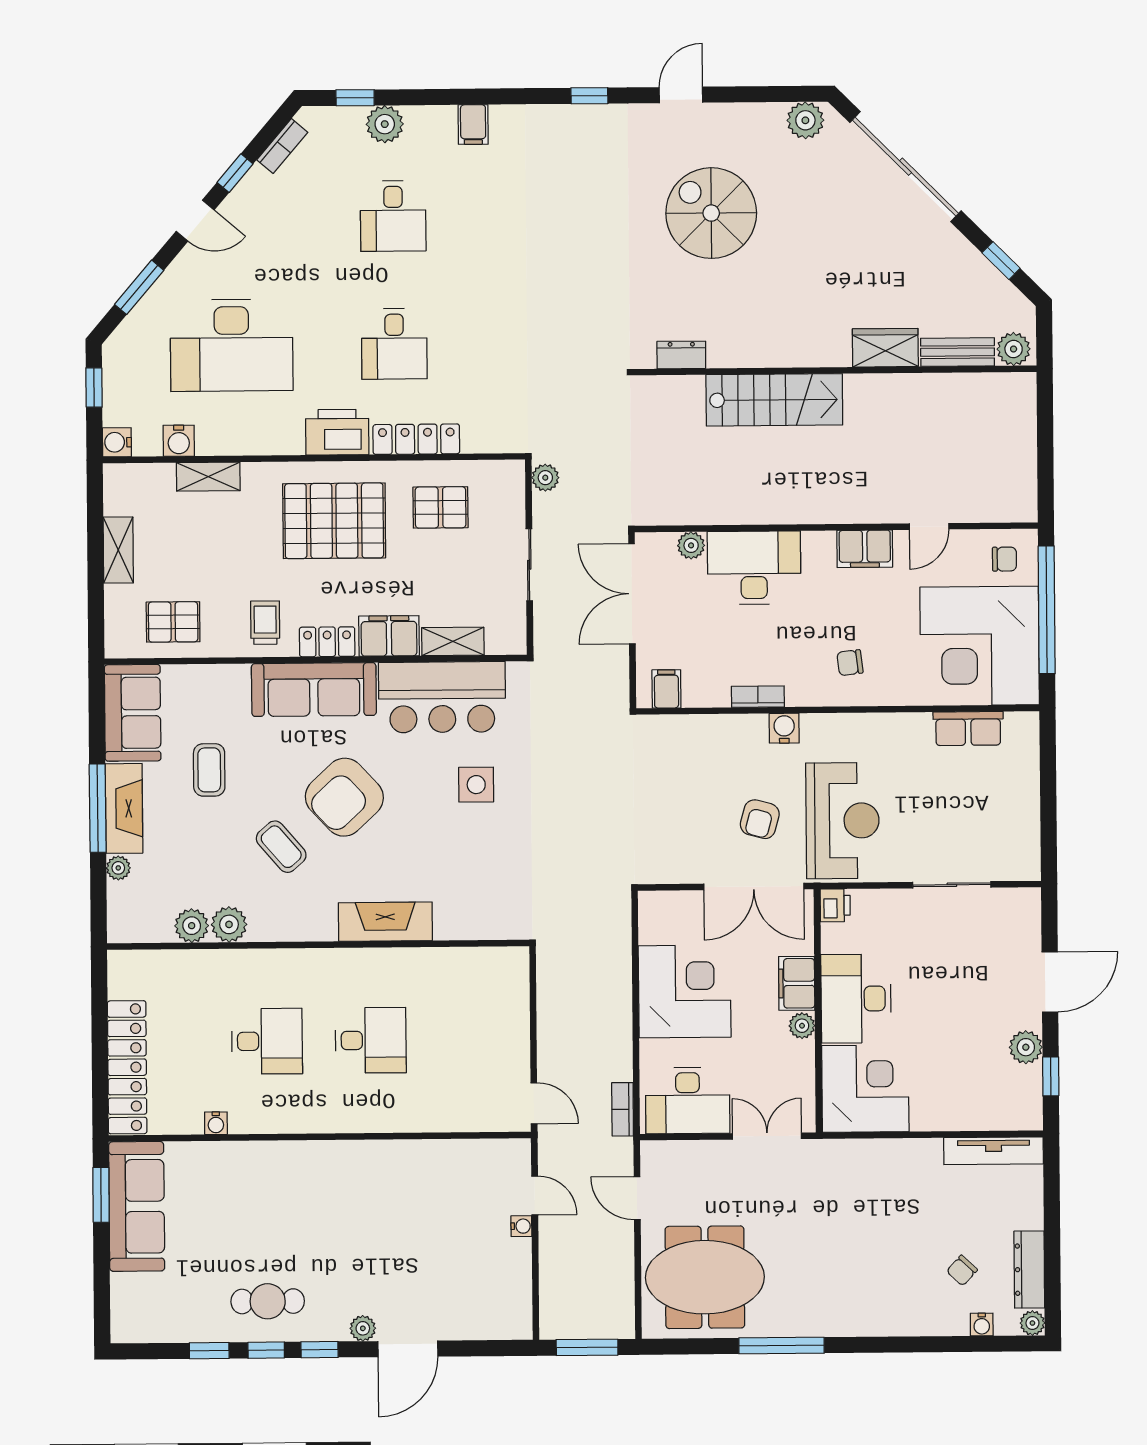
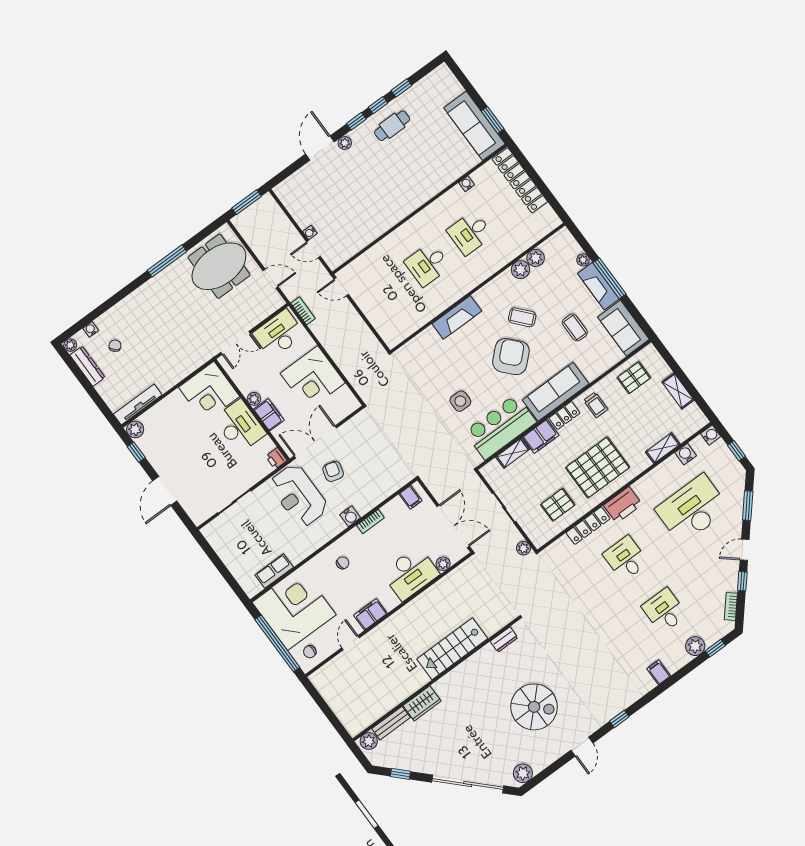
plant: (1026, 1047) -> (135, 429), moved

